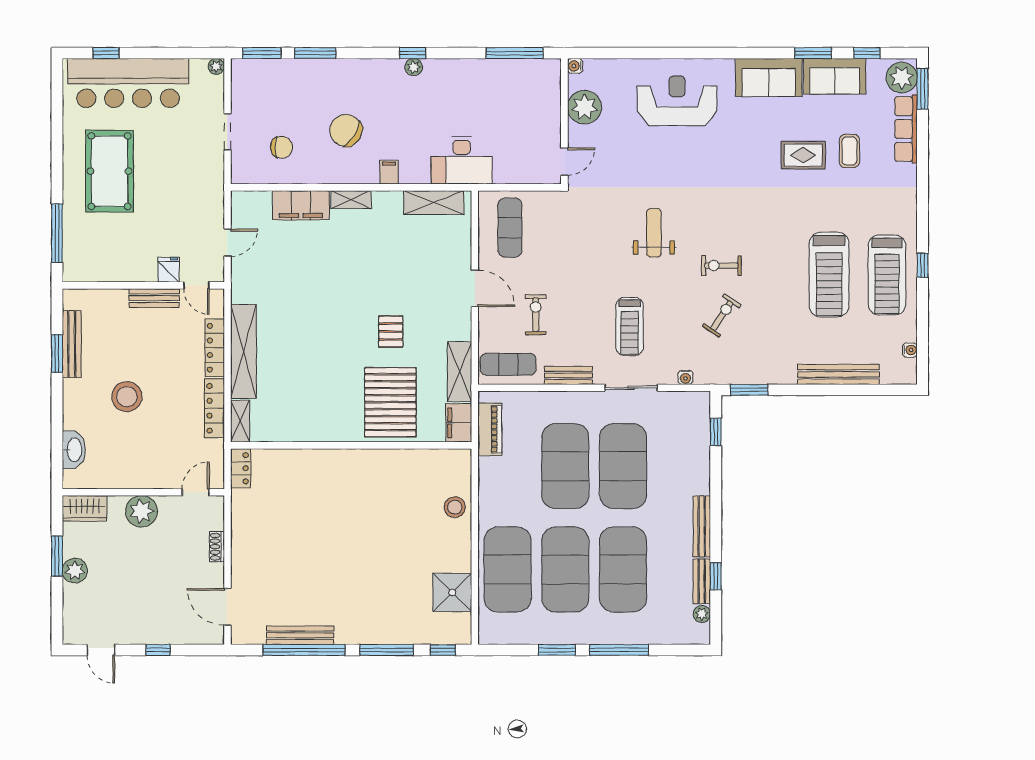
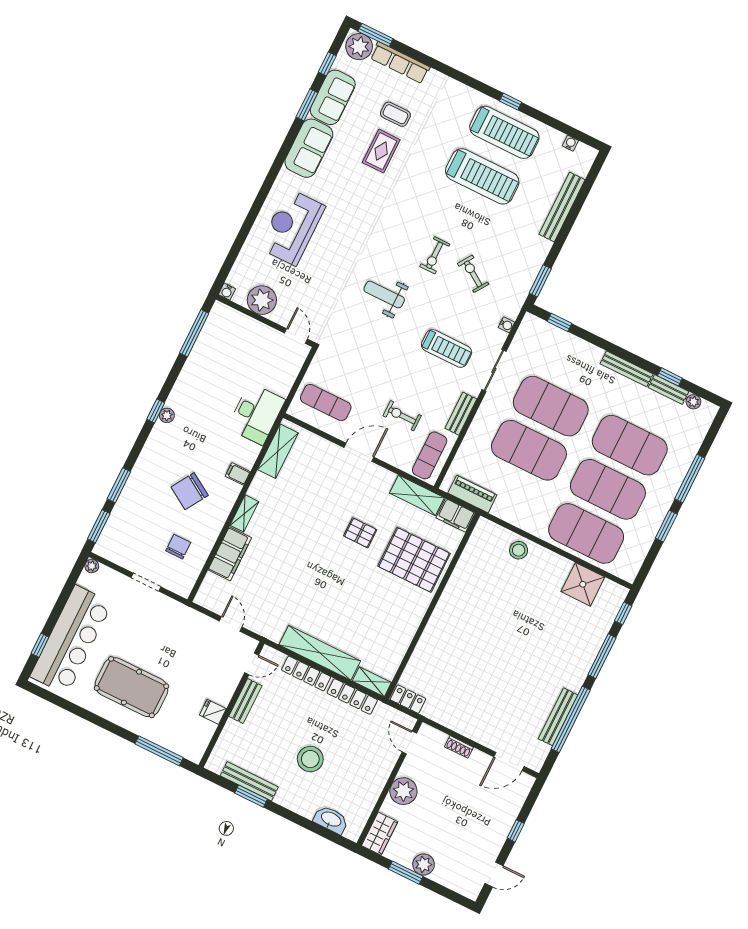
fridge: (168, 270) -> (213, 712), moved

